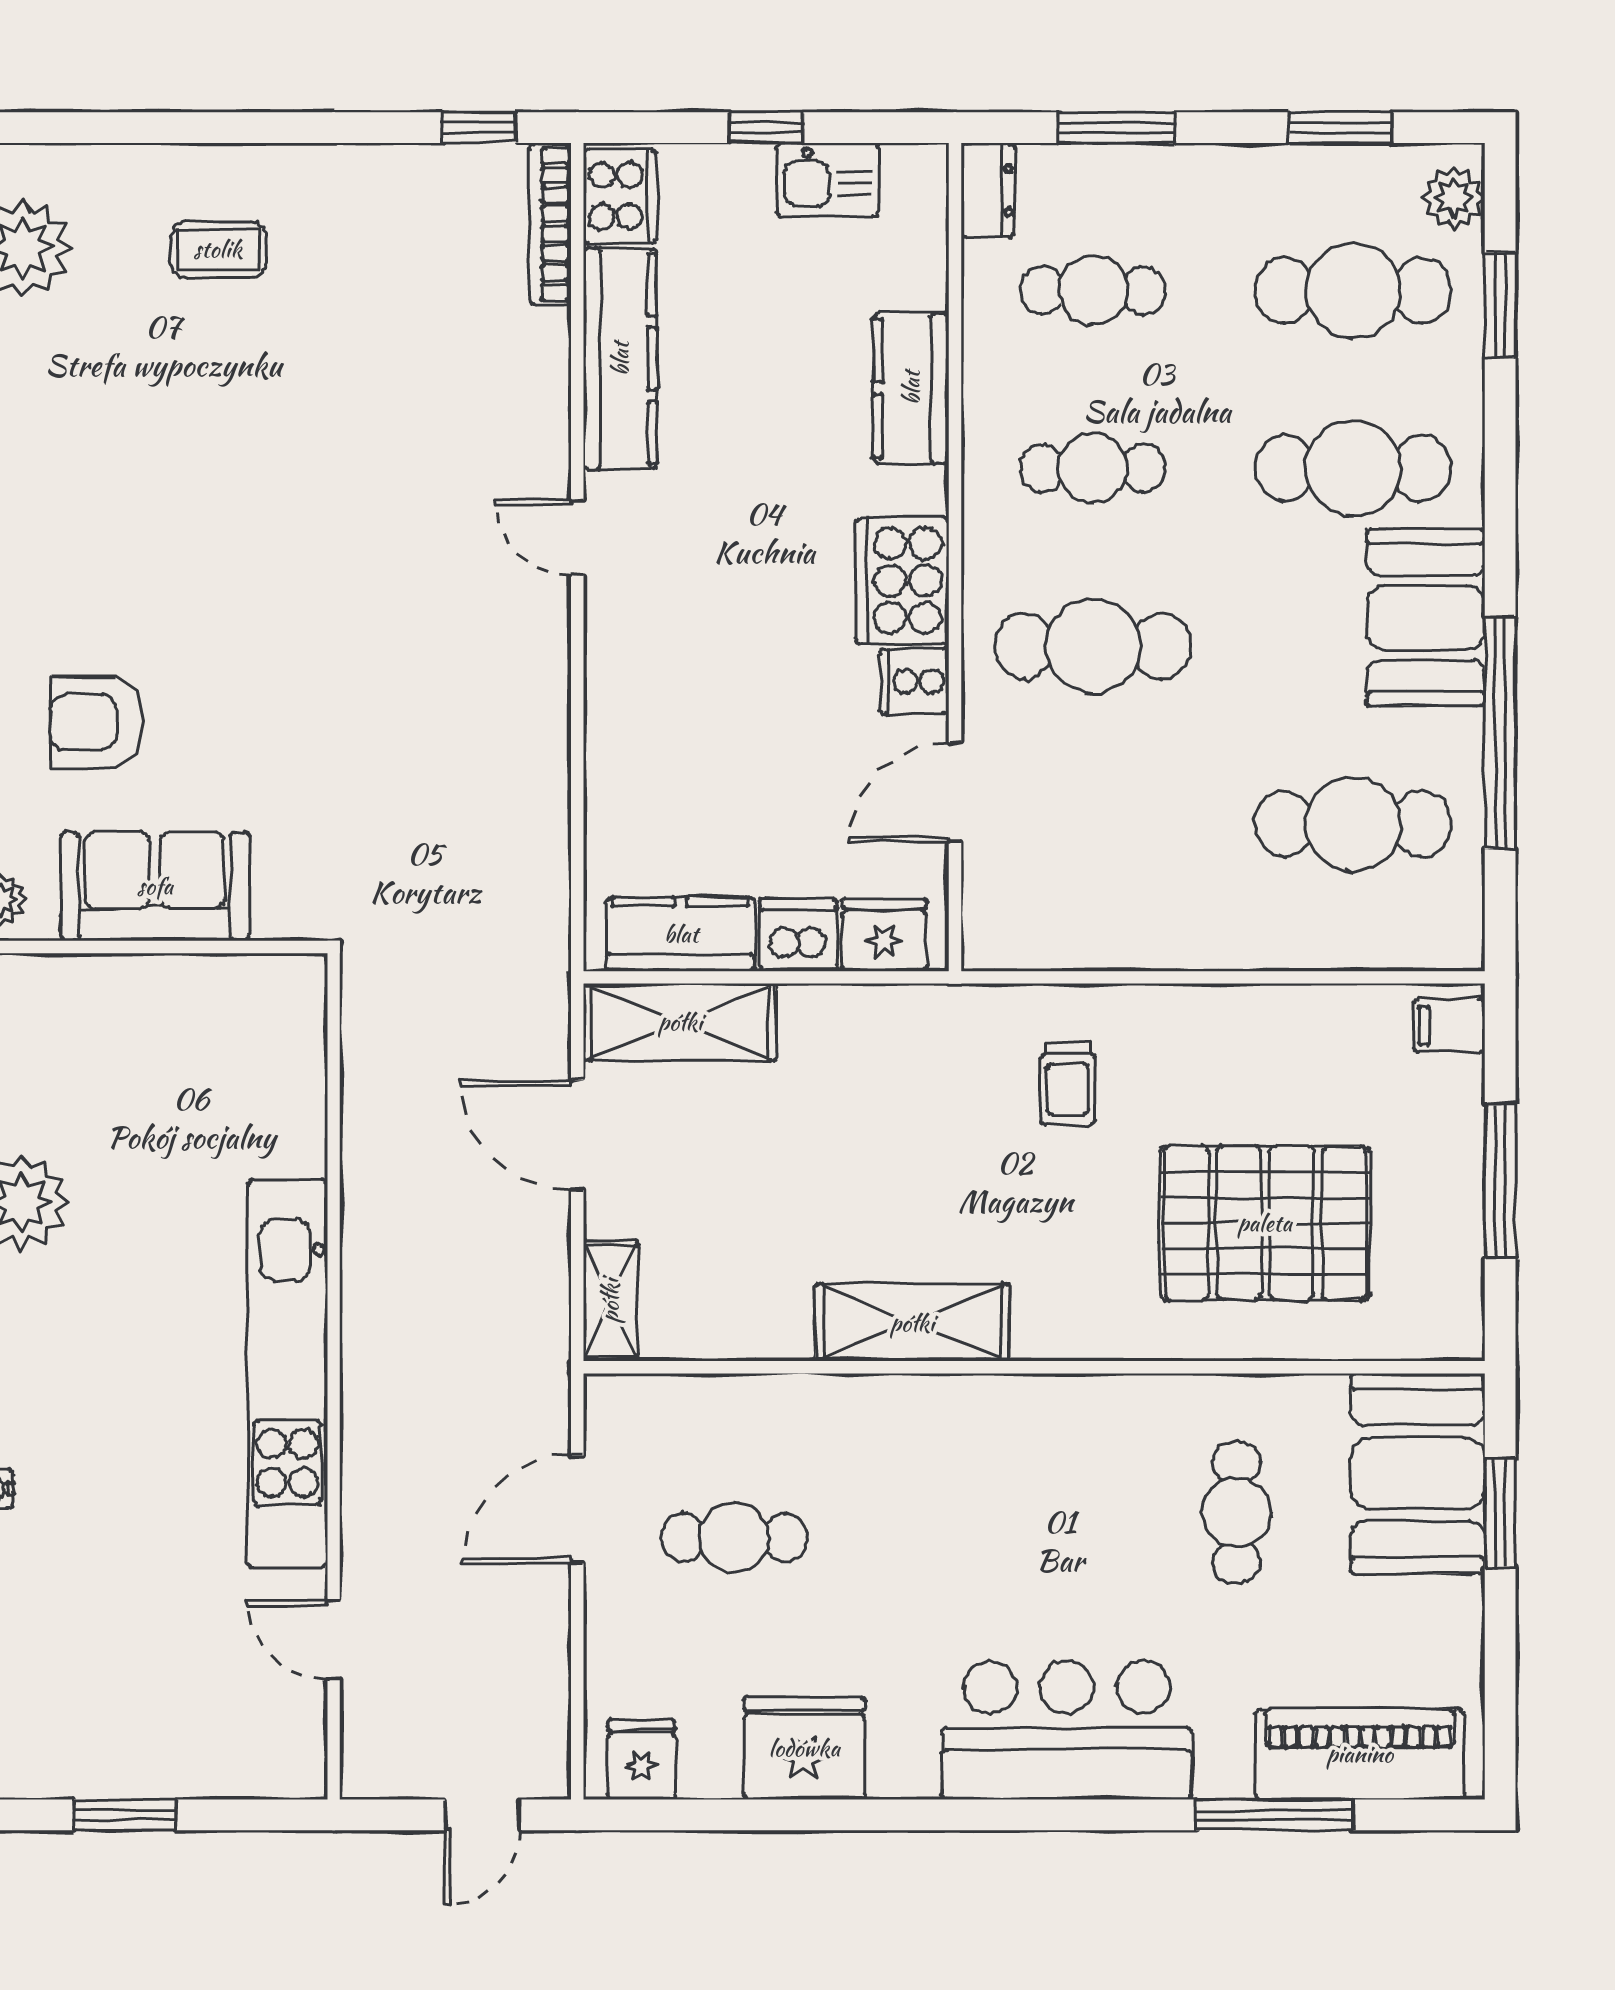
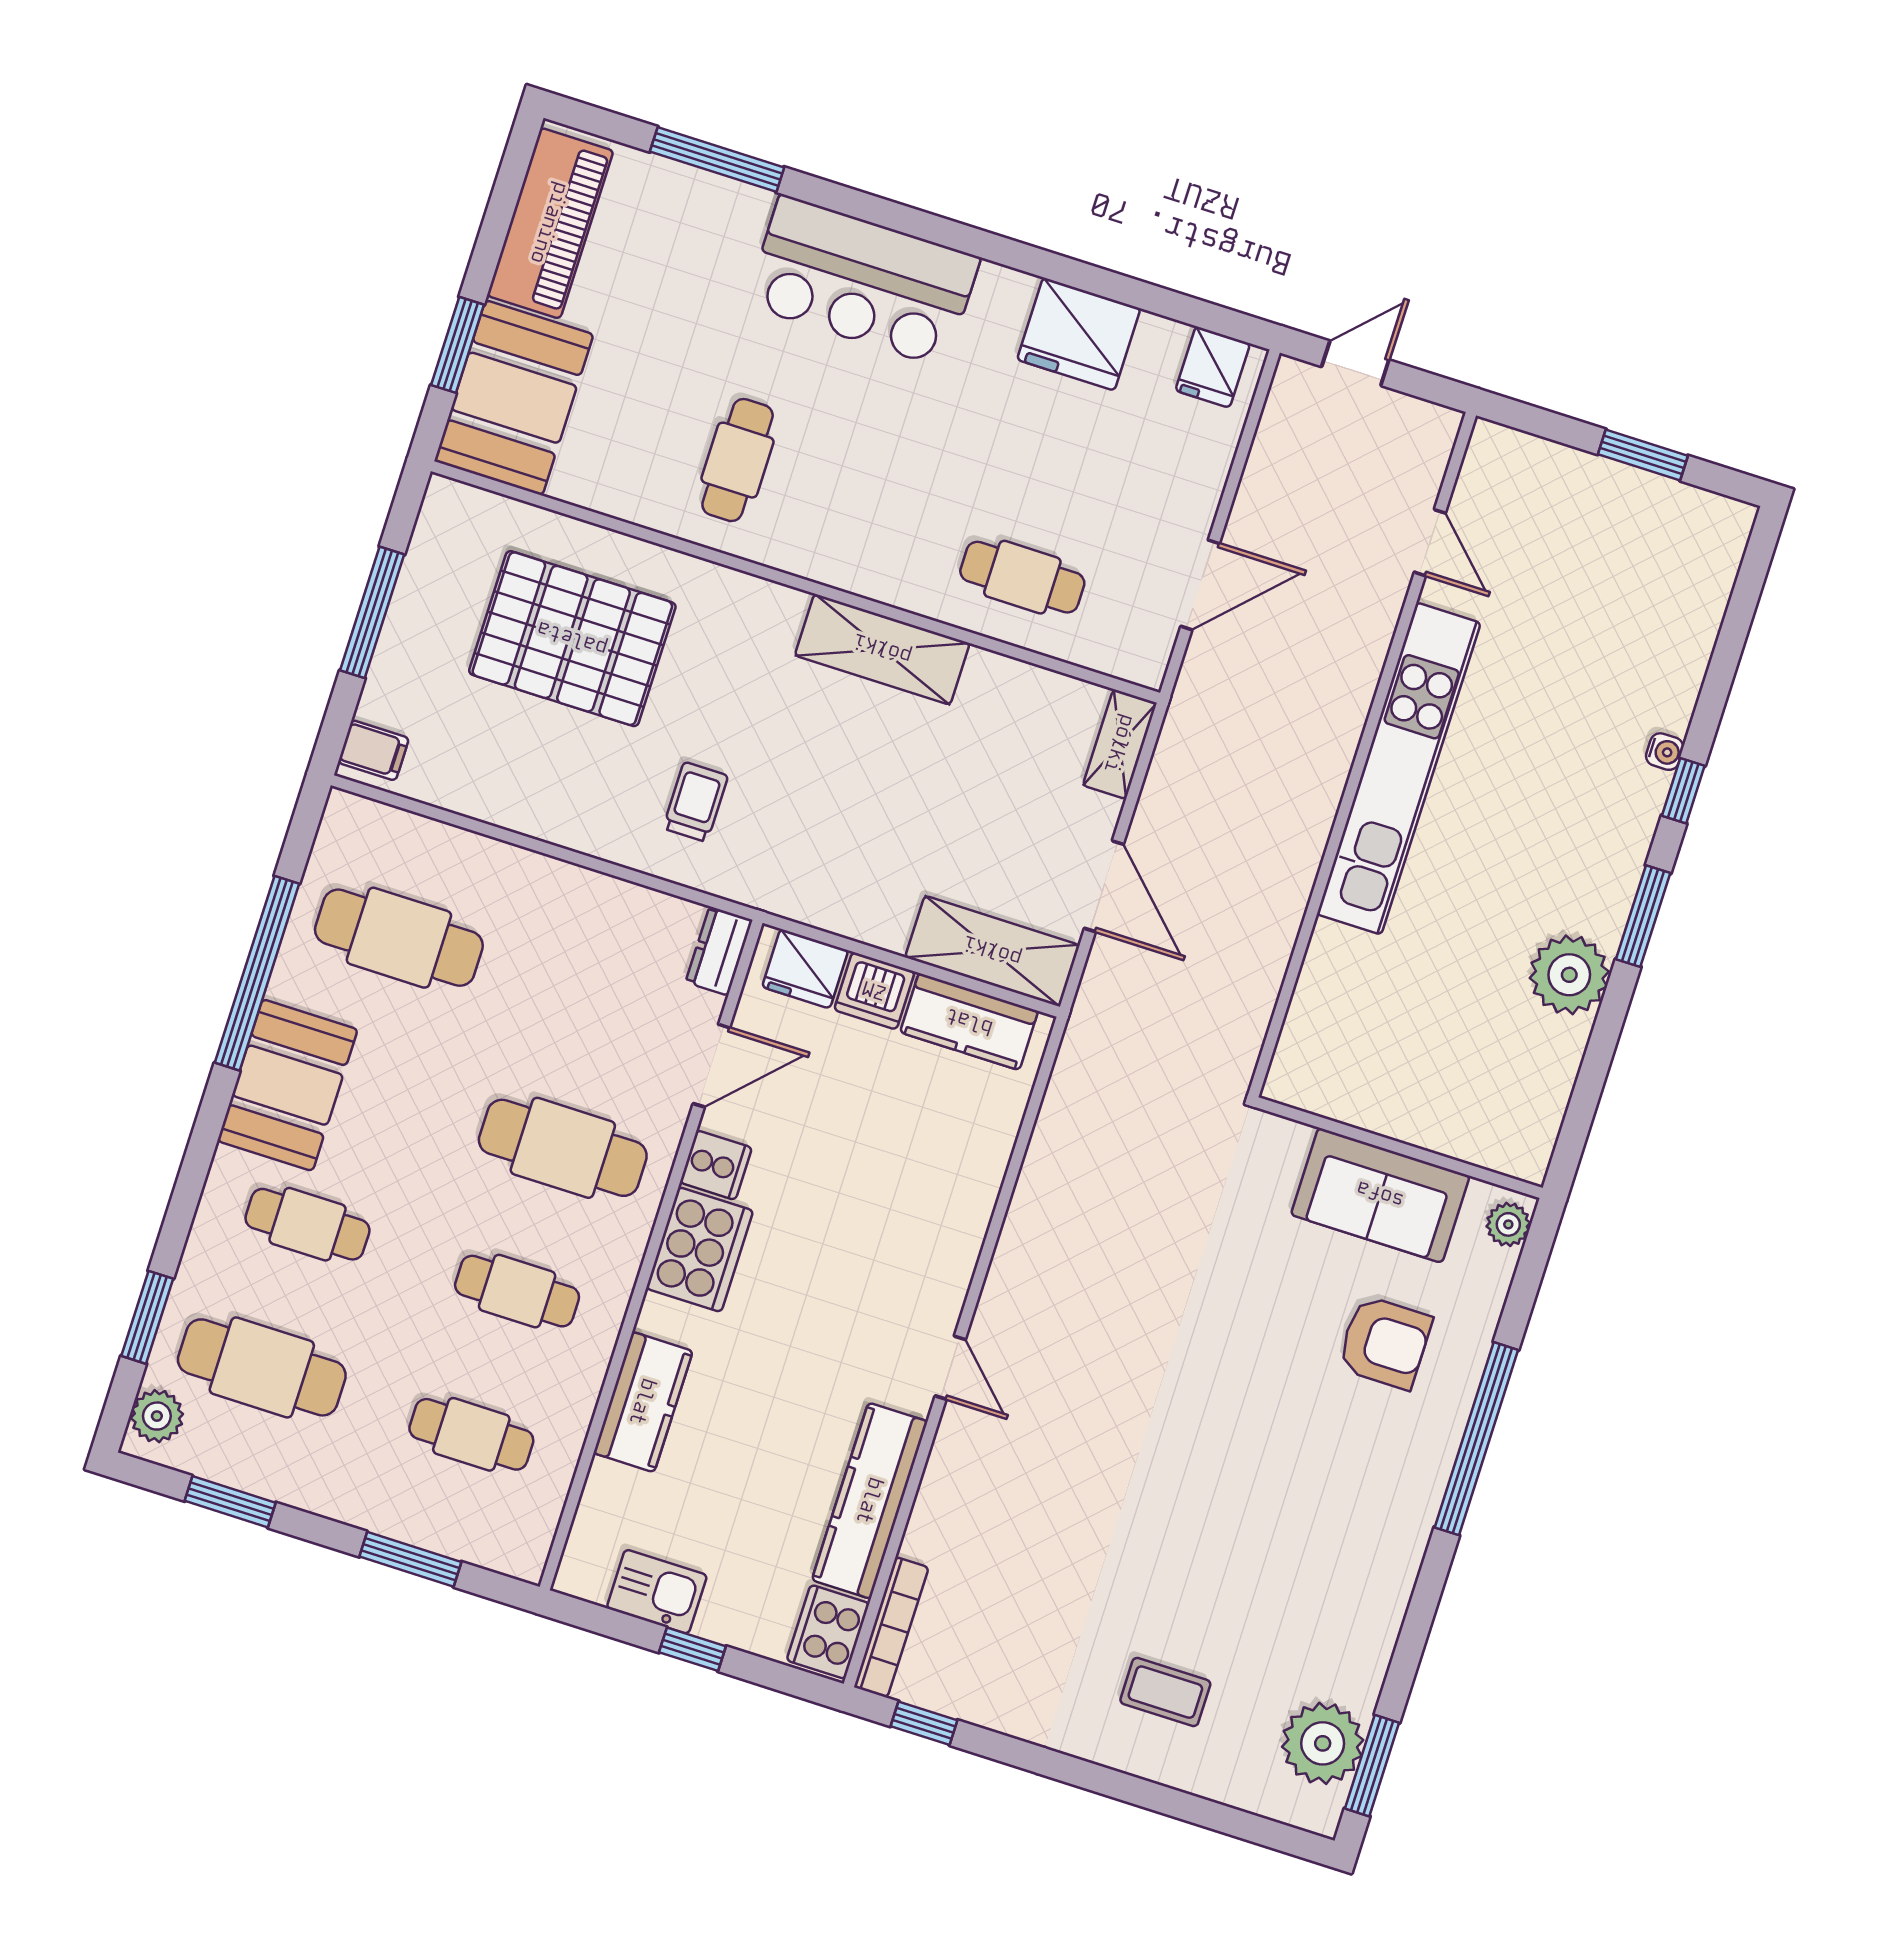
dresser: (988, 190) -> (719, 951), moved
cafe table: (1353, 468) -> (307, 1224), width x0.73, depth x0.74
cafe table: (1236, 1512) -> (738, 460), moved
cafe table: (734, 1537) -> (1022, 577), moved
piano: (1360, 1754) -> (550, 223), moved, turned -90

